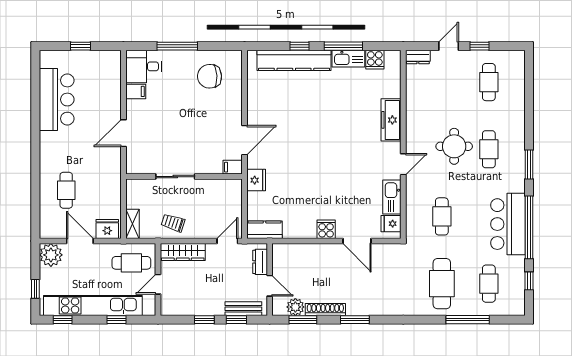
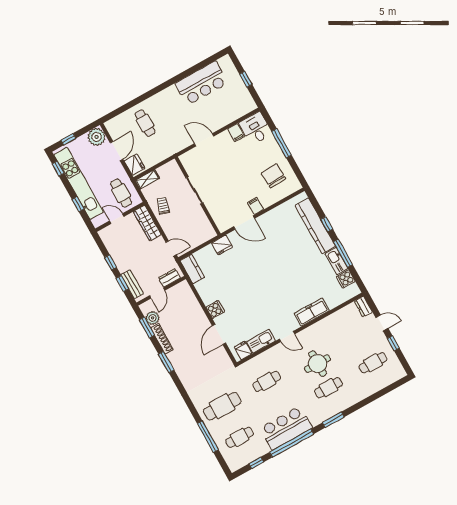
filing cabinet: (233, 167) -> (256, 206), moved
cafe table: (66, 190) -> (145, 123), turned 90

